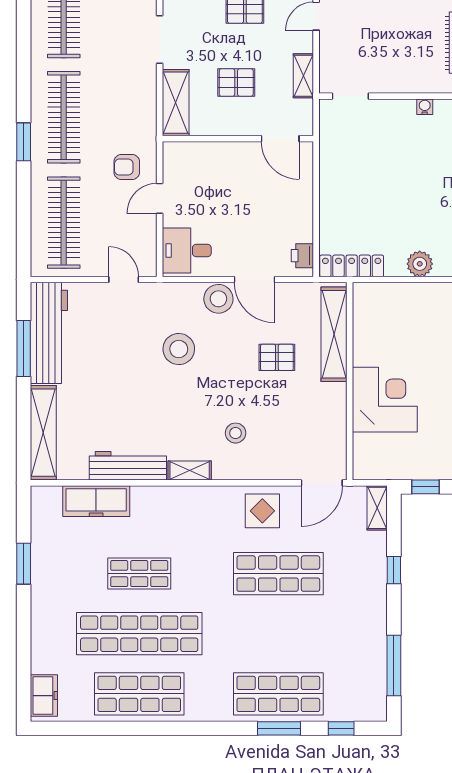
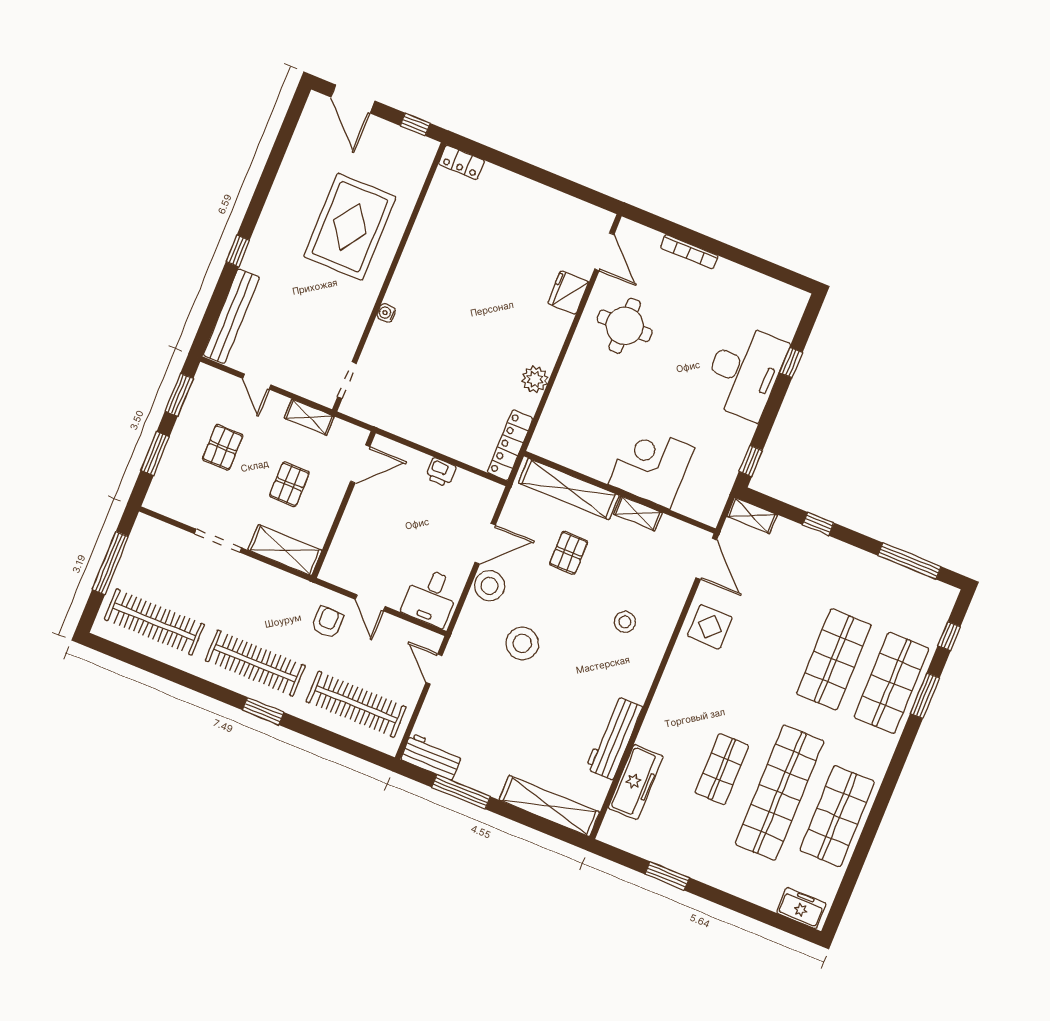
armchair: (127, 167) -> (328, 622), turned 180
printer: (302, 256) -> (441, 472), moved
door: (124, 279) -> (434, 669), hinge flipped
workbench: (49, 333) -> (431, 757), width x0.53, depth x0.76
shelving: (190, 471) -> (638, 513), moved, turned 90
shop shelf: (278, 574) -> (834, 659), moved

